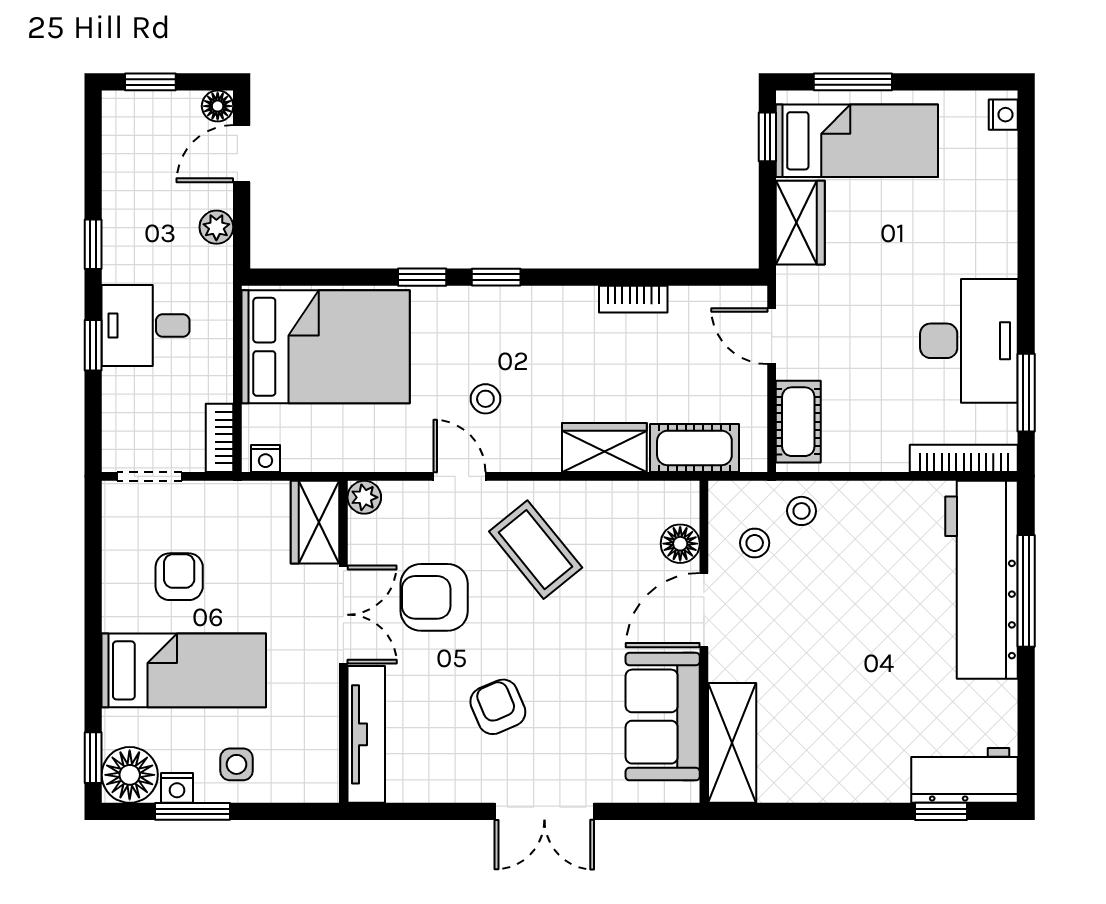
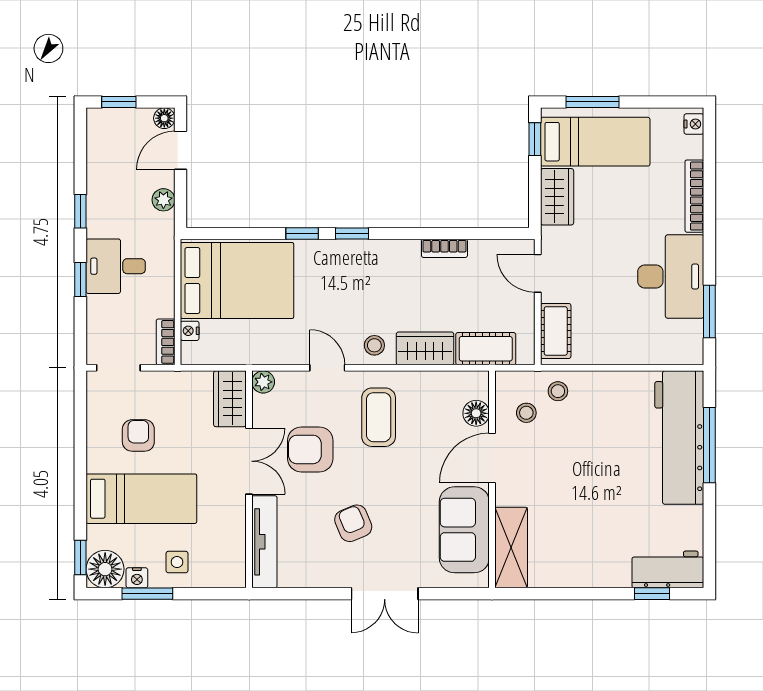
stool: (485, 399) -> (374, 345), moved
nightstand: (266, 458) -> (190, 331), moved, turned 90
bookcase: (964, 458) -> (694, 196), moved, turned -90
coffee table: (536, 550) -> (379, 417), turned 39

